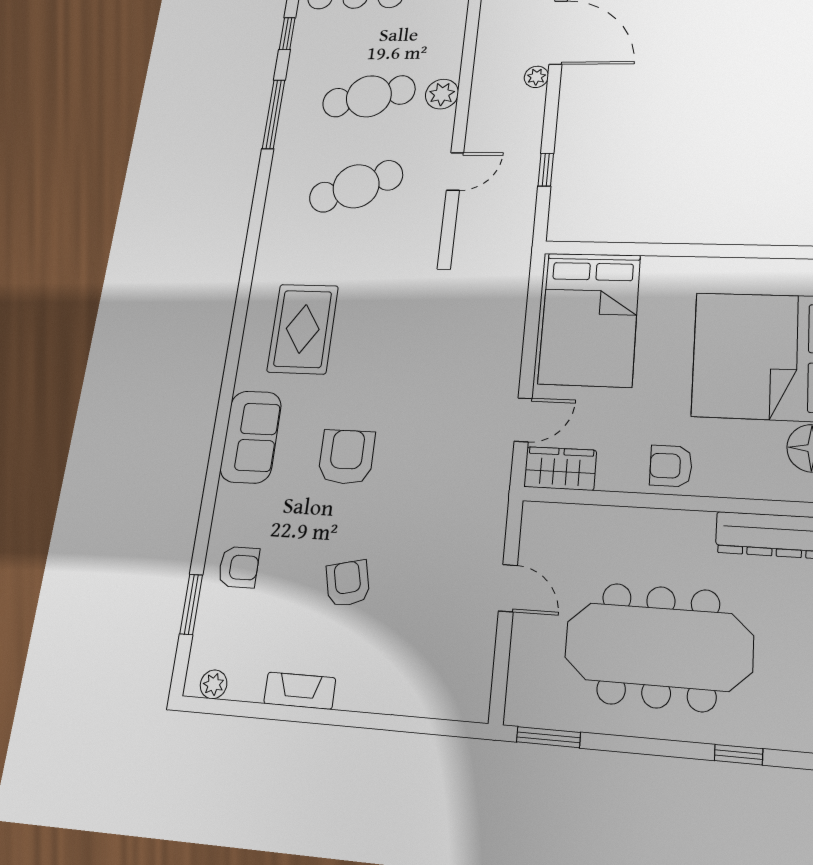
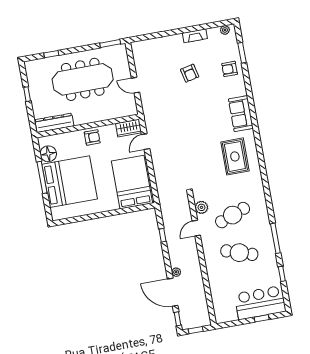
plant: (442, 94) -> (201, 207), moved
cafe table: (369, 96) -> (239, 253), turned 30
armchair: (347, 457) -> (204, 115), removed

